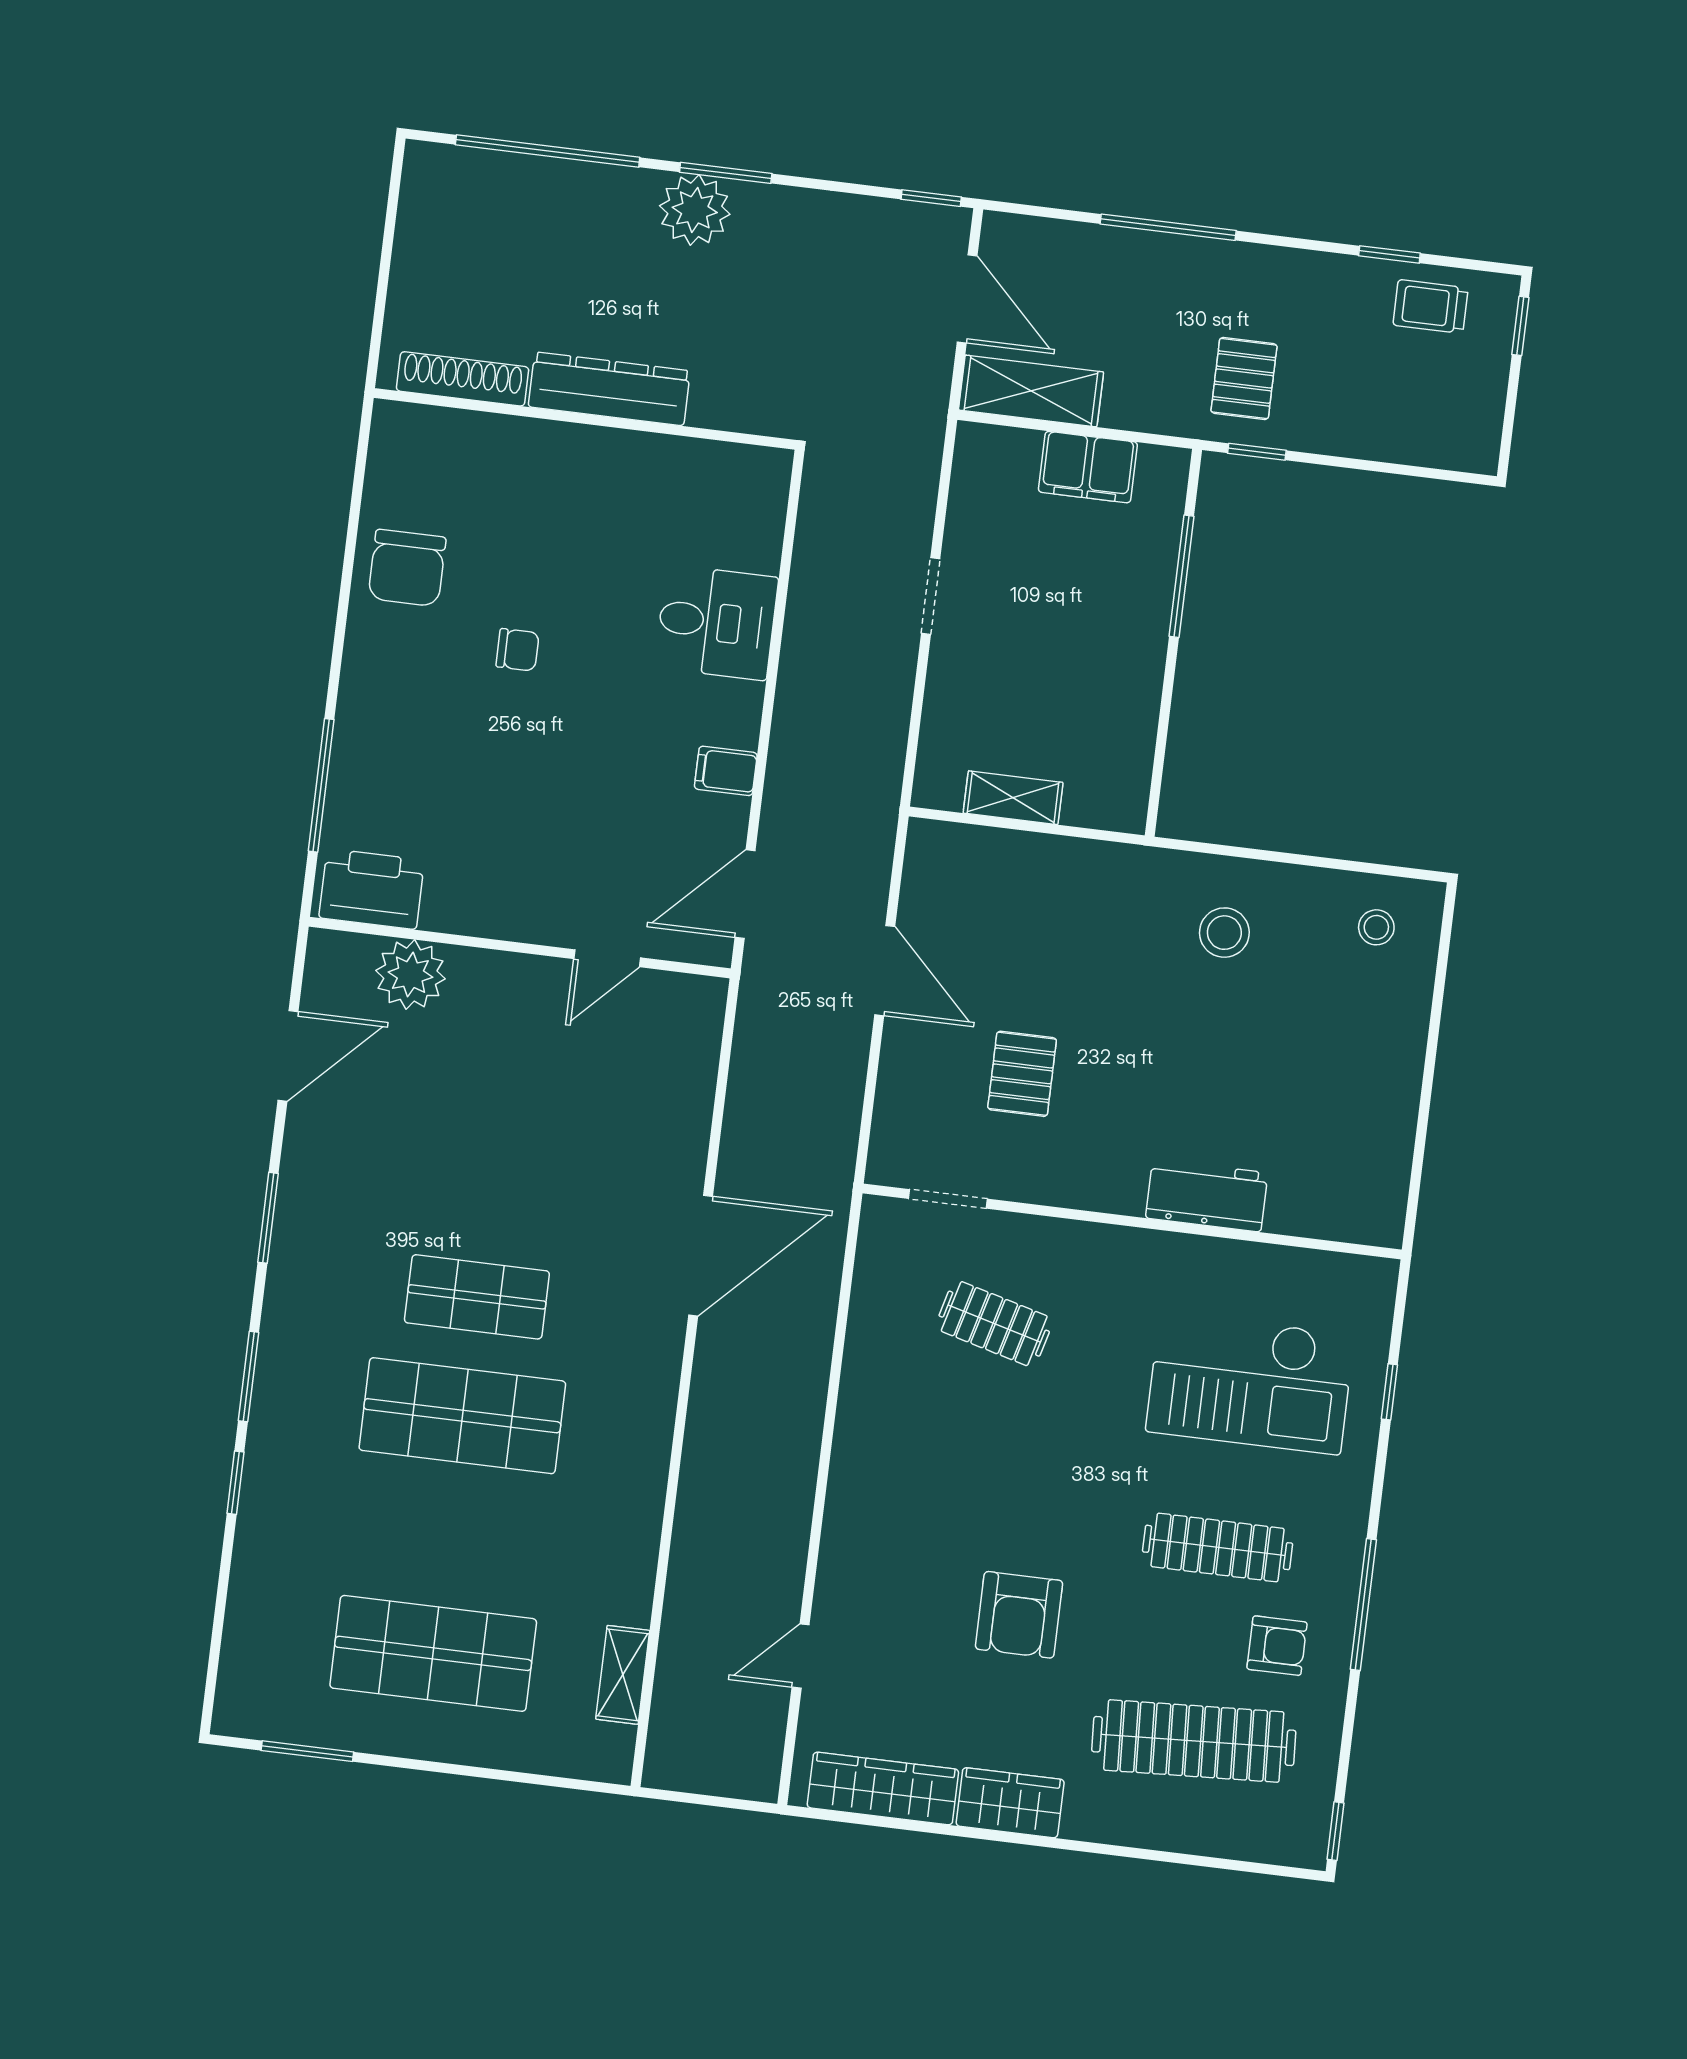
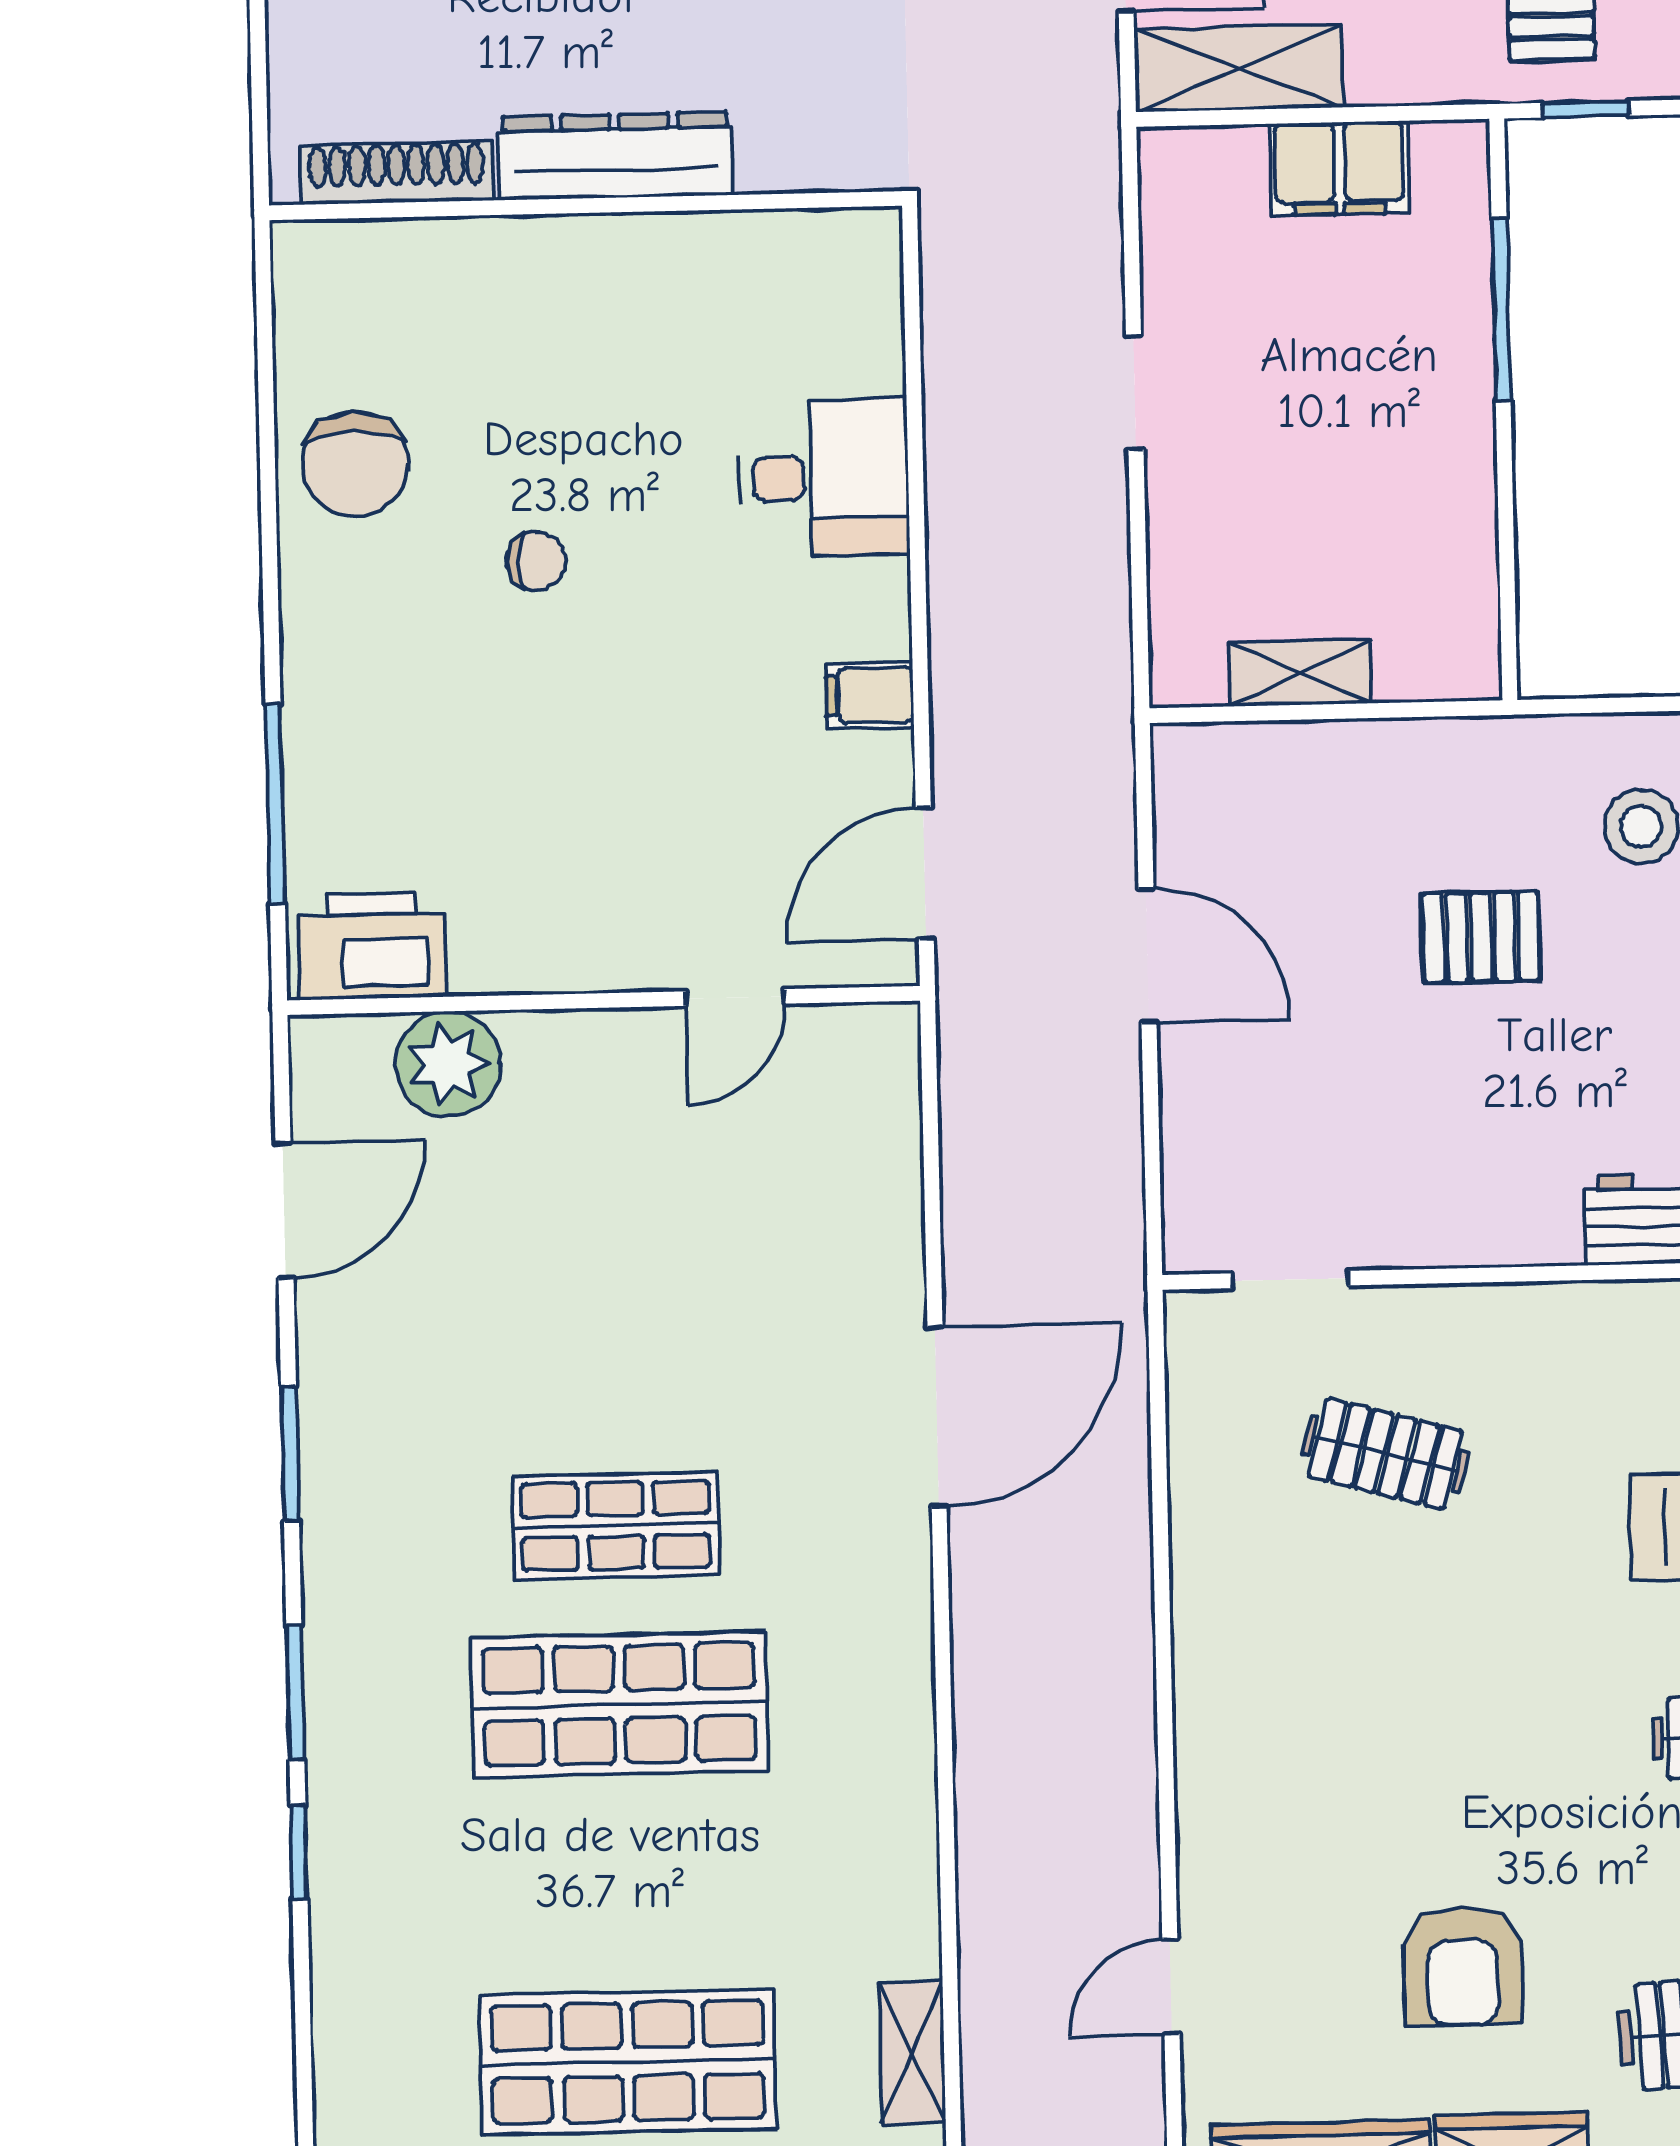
pallet: (1022, 1074) -> (1481, 937), moved, turned 90
armchair: (1019, 1615) -> (1463, 1966), moved

